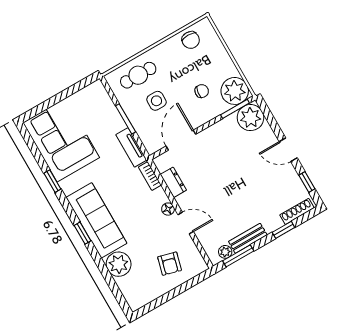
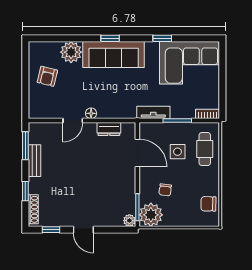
plant: (250, 118) -> (129, 220), width x0.53, depth x0.53
door: (288, 150) -> (83, 230), swing flipped
bookcase: (150, 176) -> (207, 114), moved
plant: (225, 252) -> (34, 138), removed
armchair: (170, 264) -> (47, 76), moved, turned -91

